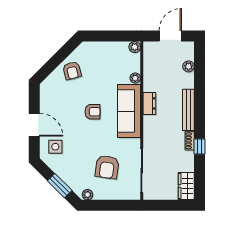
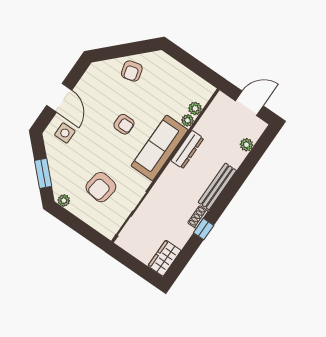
plant: (135, 47) -> (195, 108), moved
dresser: (149, 103) -> (187, 150), width x1.44

